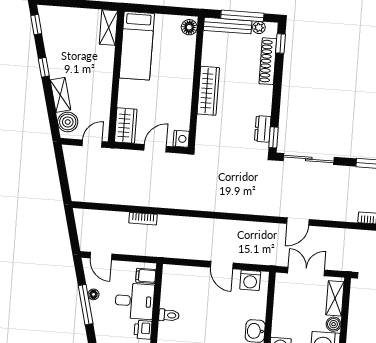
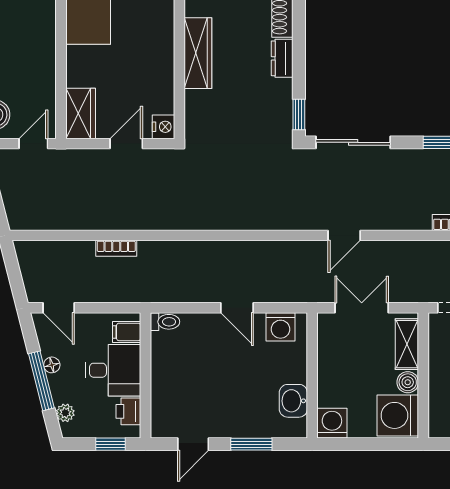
dresser: (263, 129) -> (282, 58), moved
toilet: (169, 315) -> (165, 322), moved
plant: (100, 327) -> (65, 413), added

